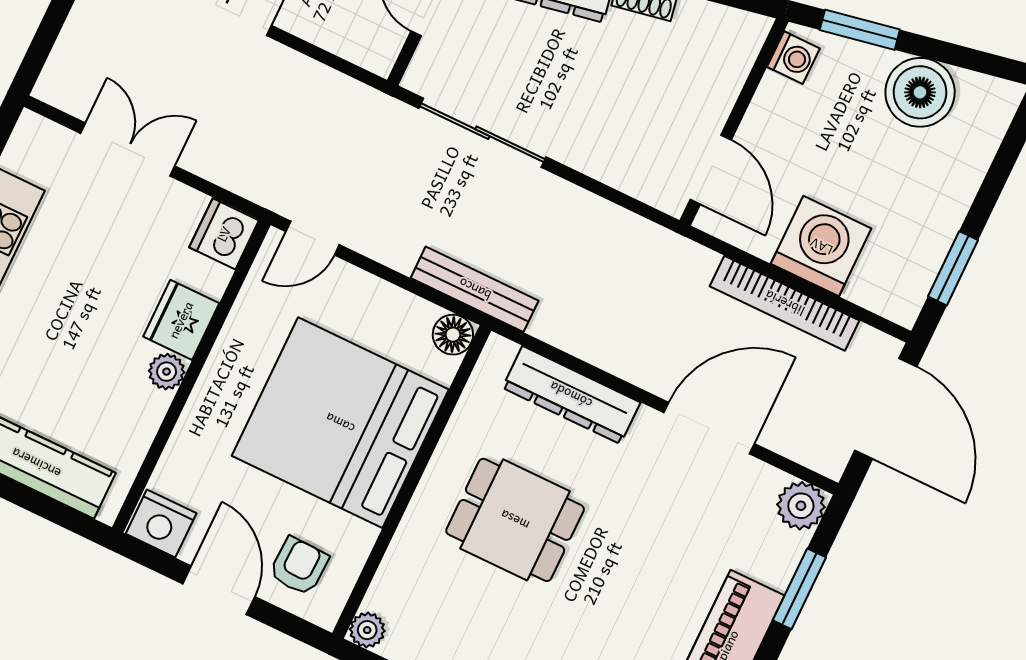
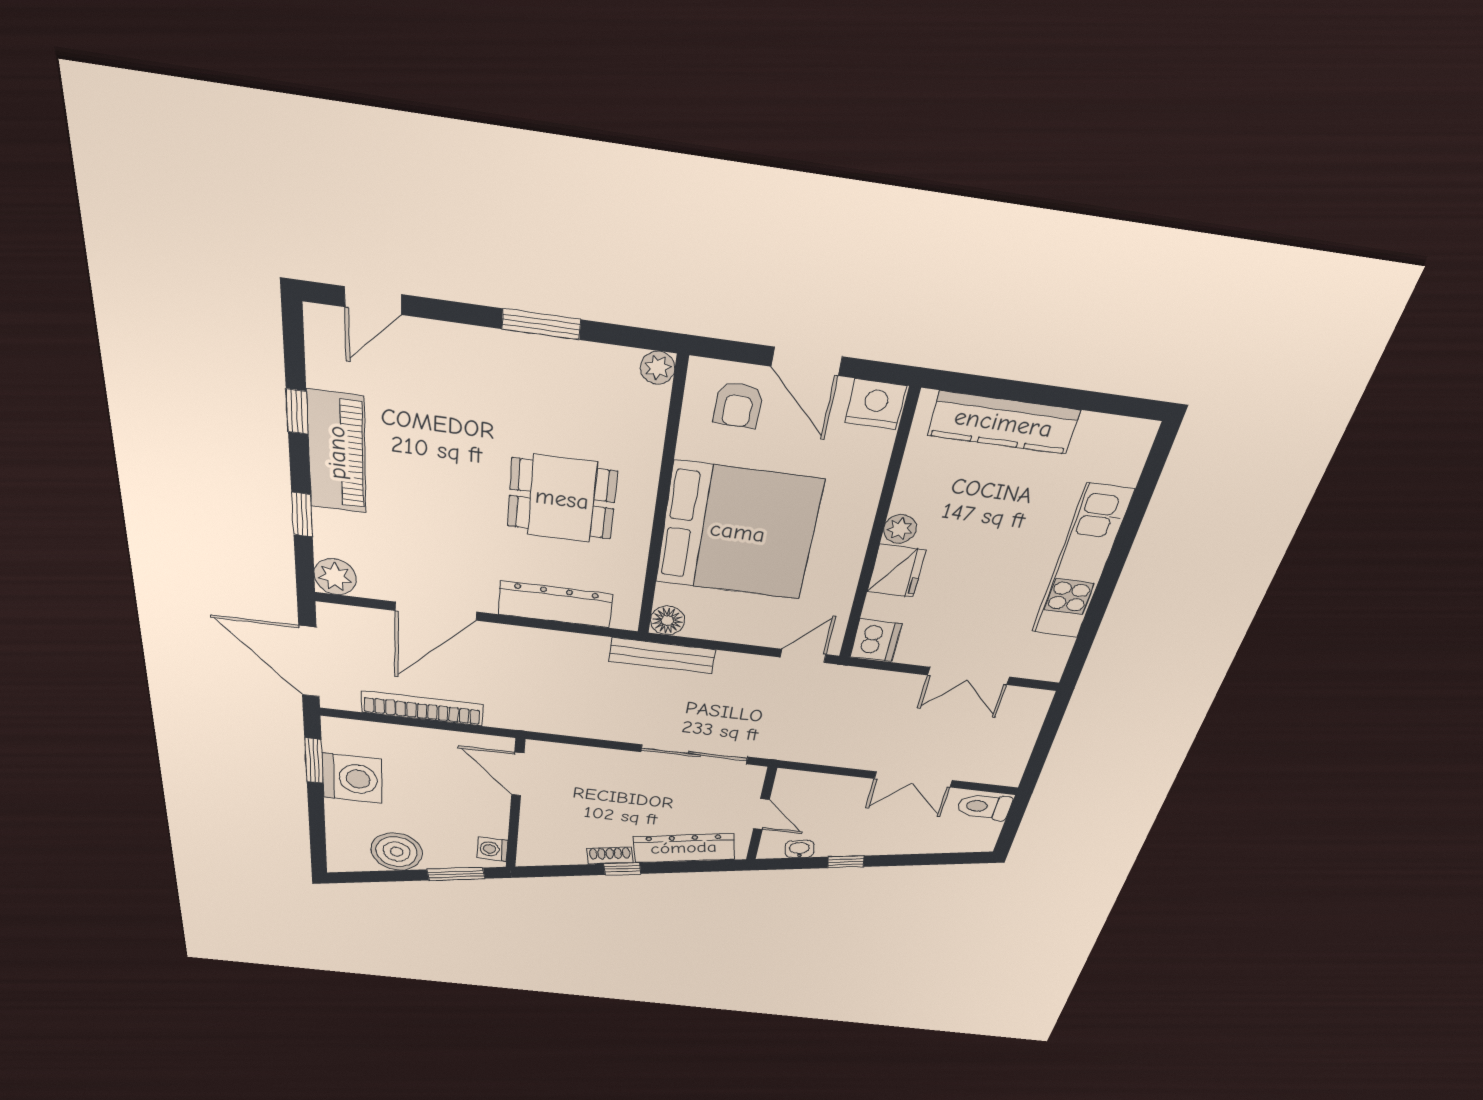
washing machine: (821, 246) -> (352, 778), moved, turned -90
window: (799, 589) -> (302, 515), width x0.67

